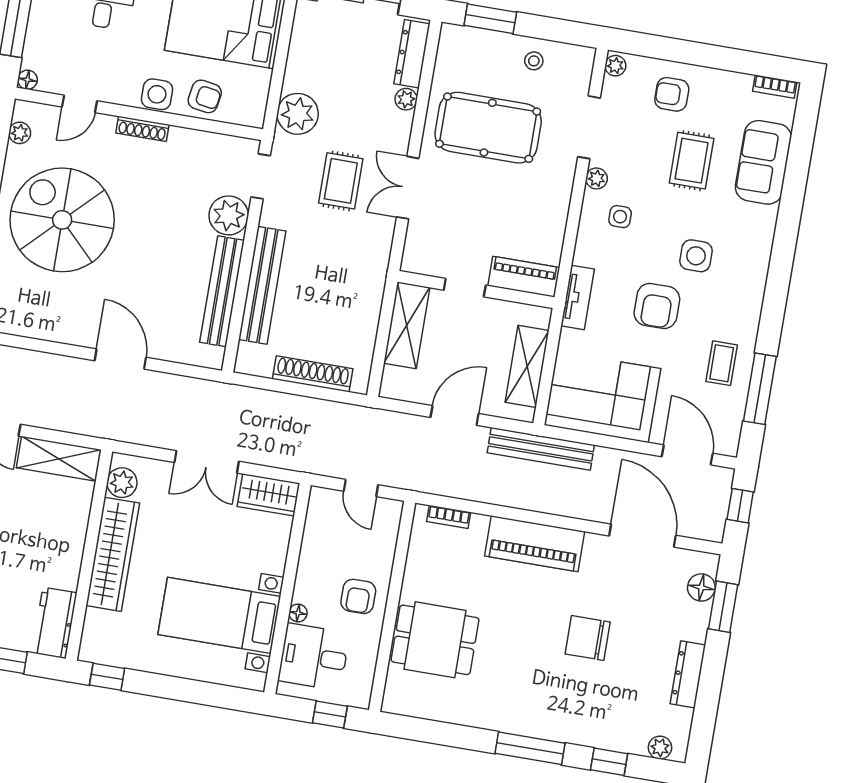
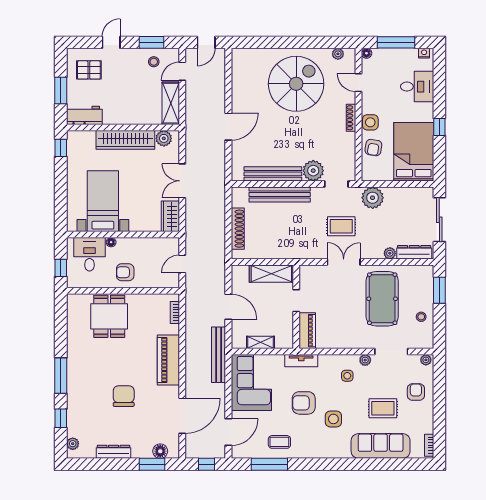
sofa: (763, 162) -> (381, 446), width x1.36
shelving: (527, 366) -> (261, 342), width x0.67, depth x0.75

